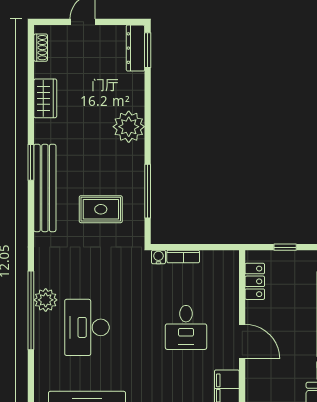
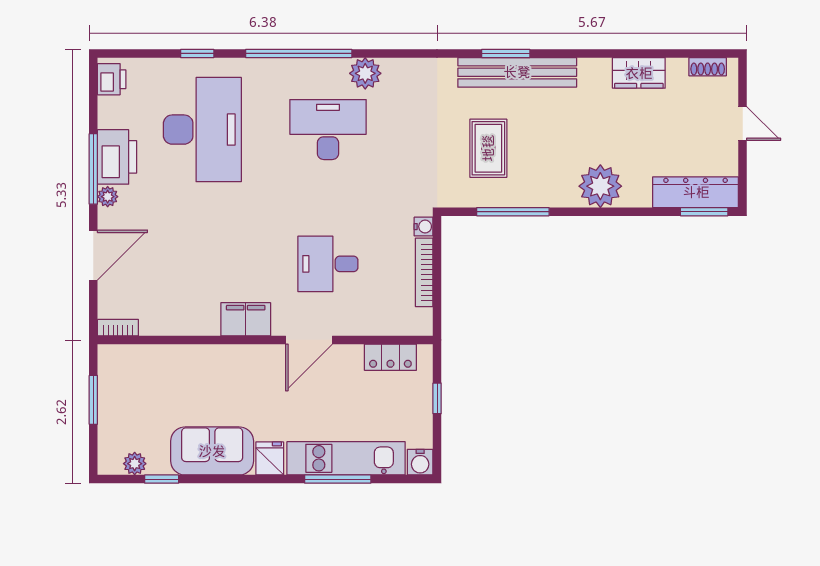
dresser: (135, 48) -> (696, 192), width x1.37, depth x1.24
window: (31, 162) -> (506, 53), moved
bookcase: (183, 257) -> (424, 272), width x1.56
window: (31, 310) -> (299, 53), moved

